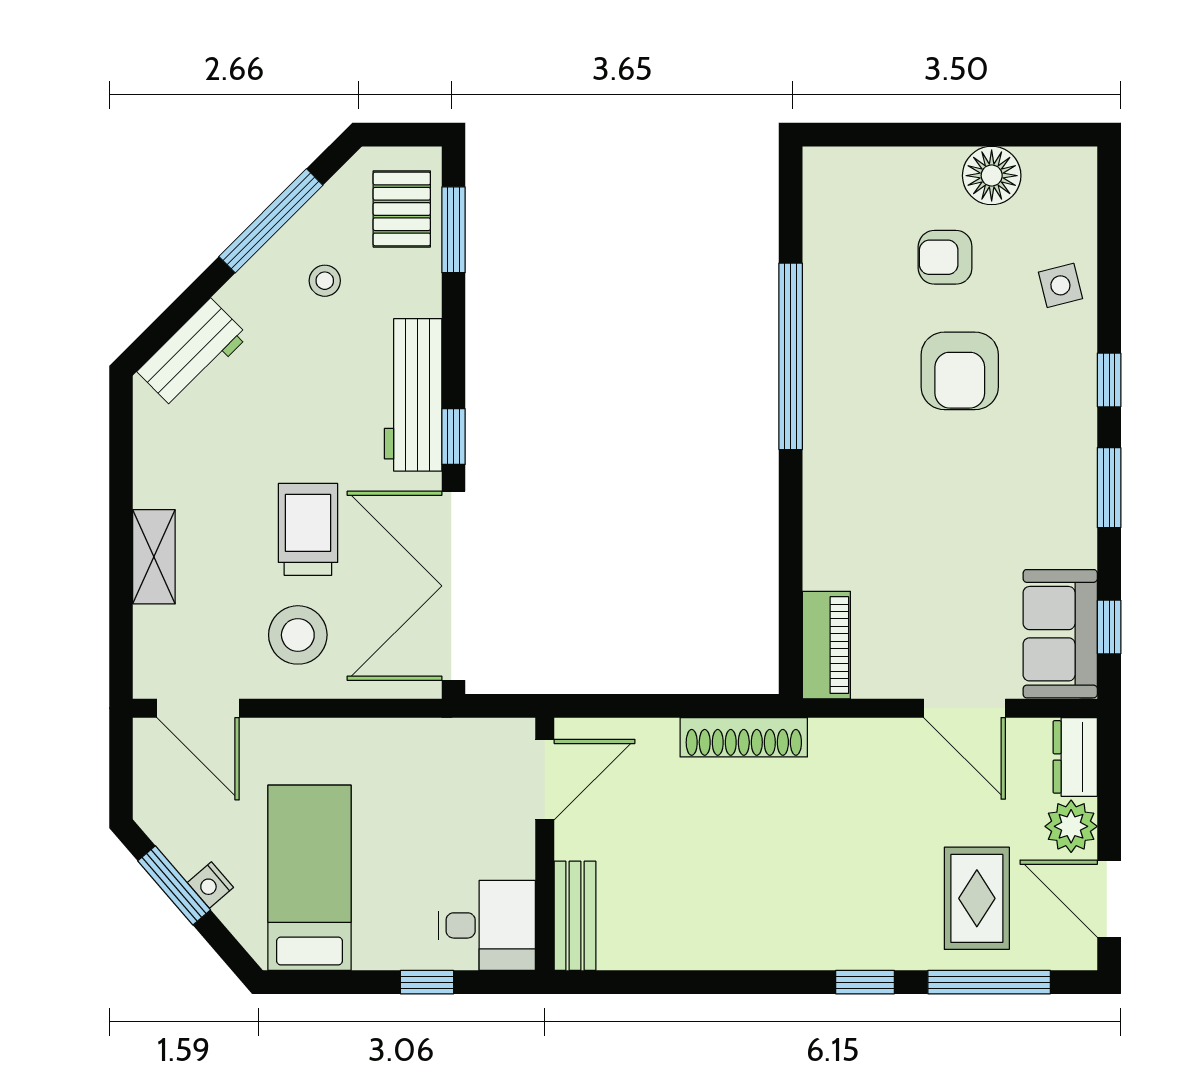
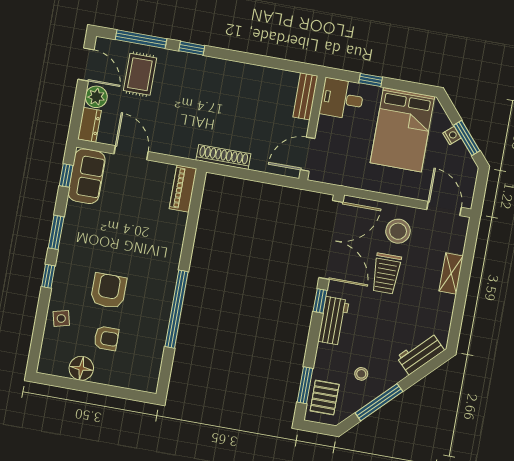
workbench: (413, 395) -> (333, 321), width x0.73
bed: (310, 878) -> (402, 130), width x1.50

